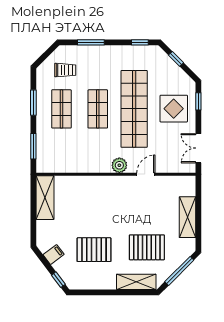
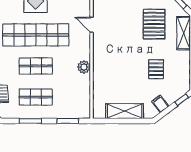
plant: (119, 165) -> (84, 67), moved
shelving: (45, 198) -> (125, 111), moved
pallet: (94, 250) -> (156, 69), width x0.67, depth x0.71

